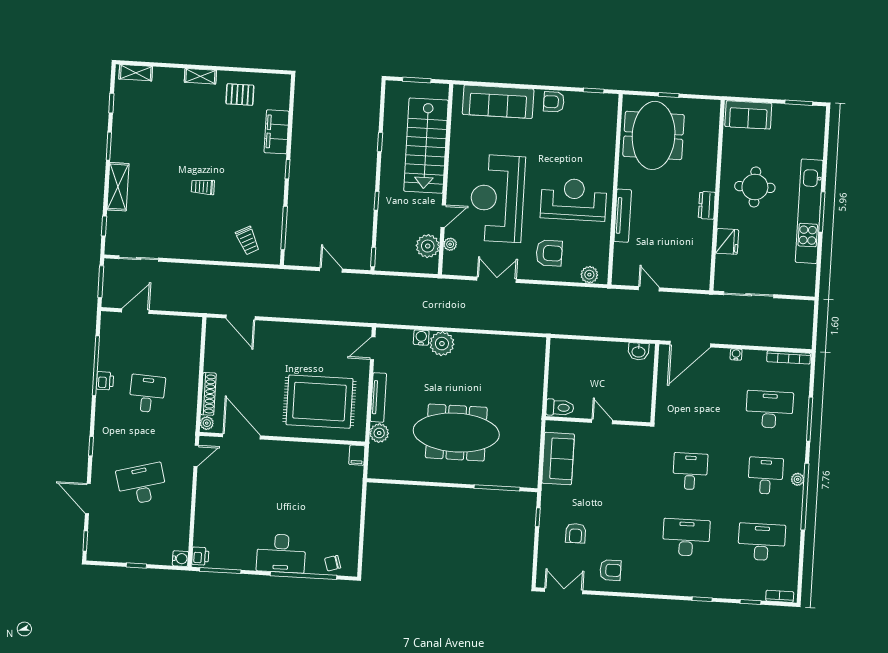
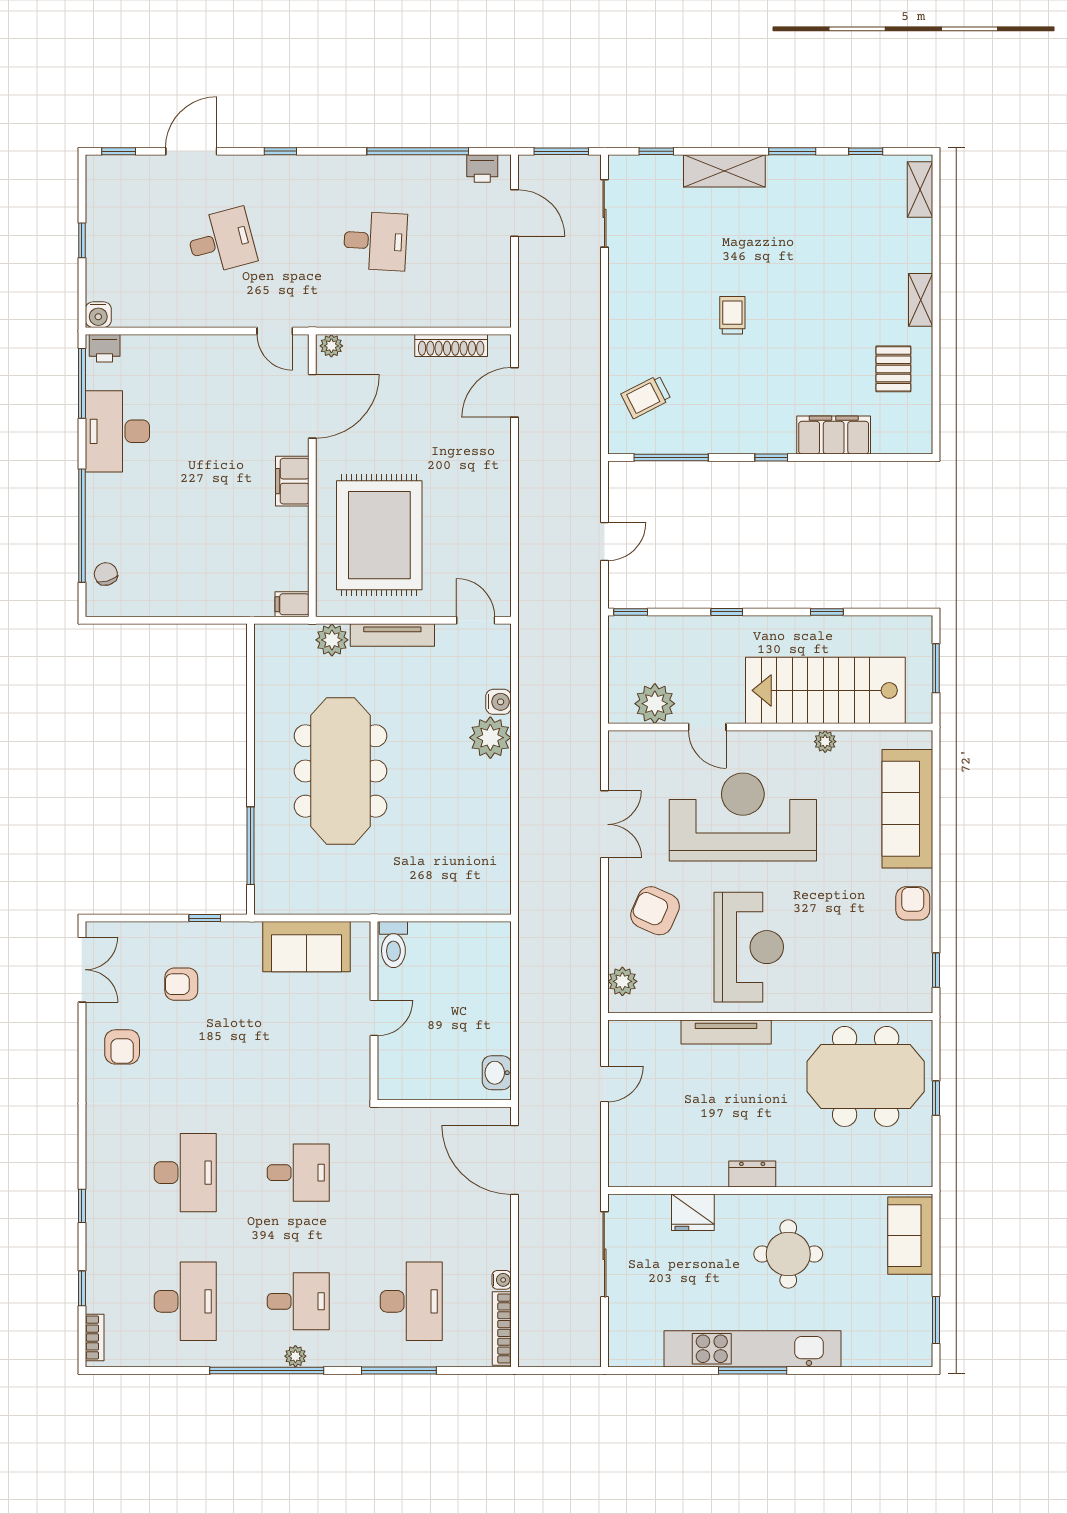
plant: (450, 244) -> (825, 742), moved
armchair: (549, 253) -> (655, 911), turned 114
water cooler: (736, 354) -> (502, 1280), moved
printer: (105, 381) -> (482, 168), moved
shoe rack: (208, 394) -> (451, 346), moved
filing cabinet: (285, 451) -> (292, 481), added
desk: (142, 484) -> (221, 241), width x0.73
desk: (281, 553) -> (117, 431), moved

